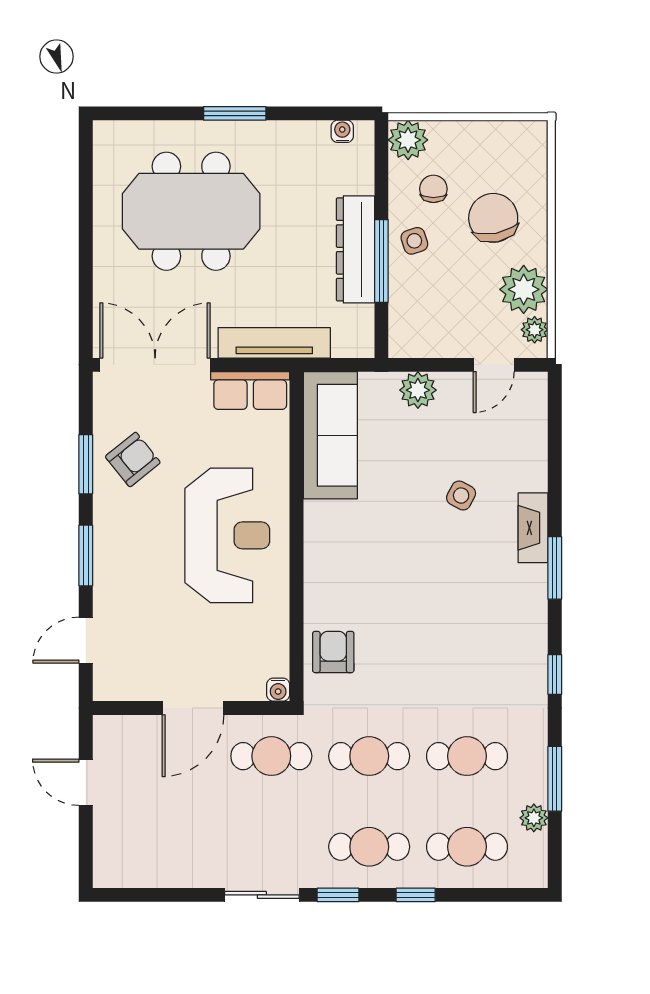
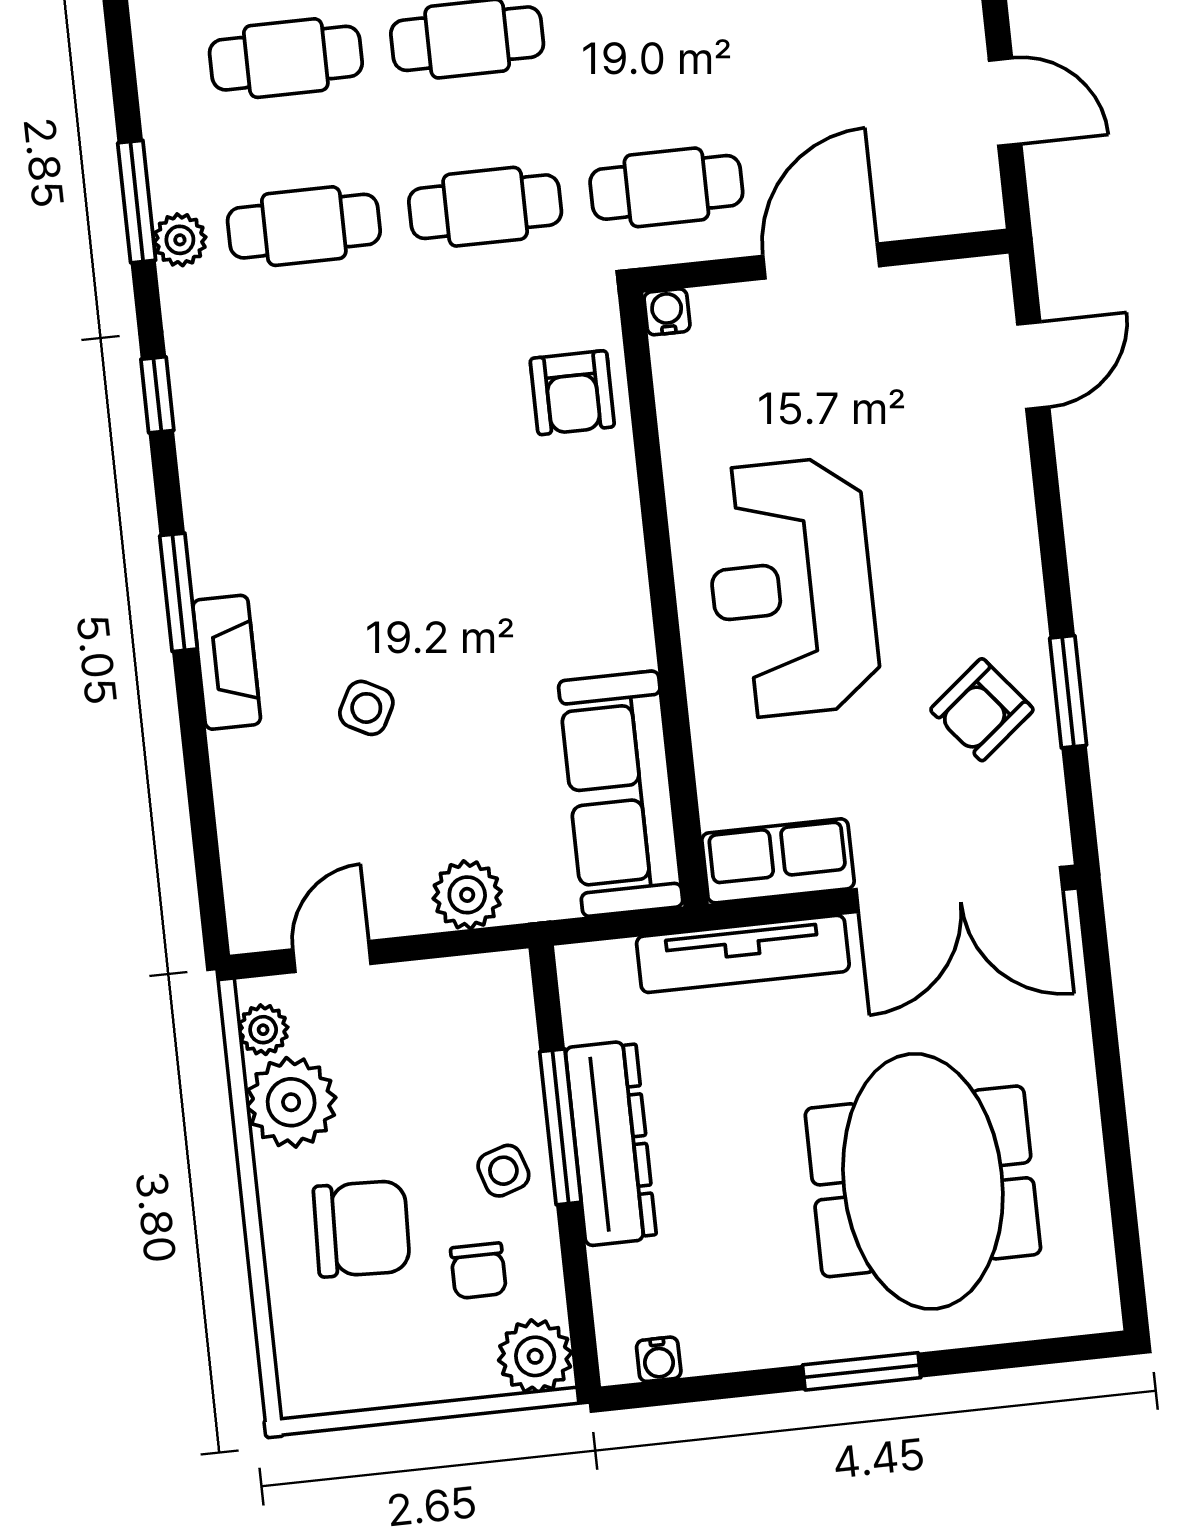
meeting table: (191, 211) -> (923, 1181), turned 90
chair: (493, 218) -> (362, 1229), turned -77
window: (86, 555) -> (1050, 522), removed
plant: (534, 818) -> (180, 240), moved

